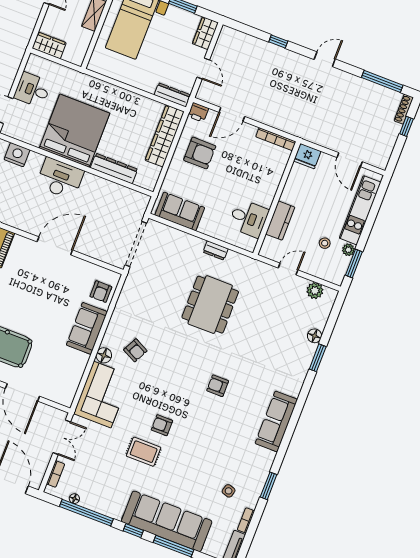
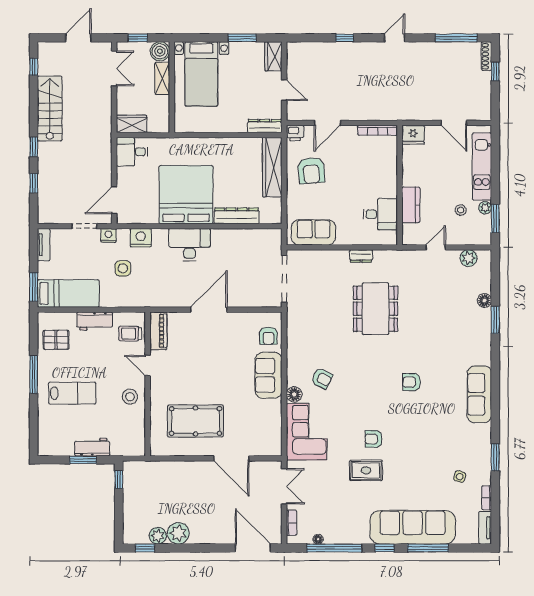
desk: (32, 90) -> (132, 152), moved
armchair: (200, 153) -> (311, 171), turned 85

